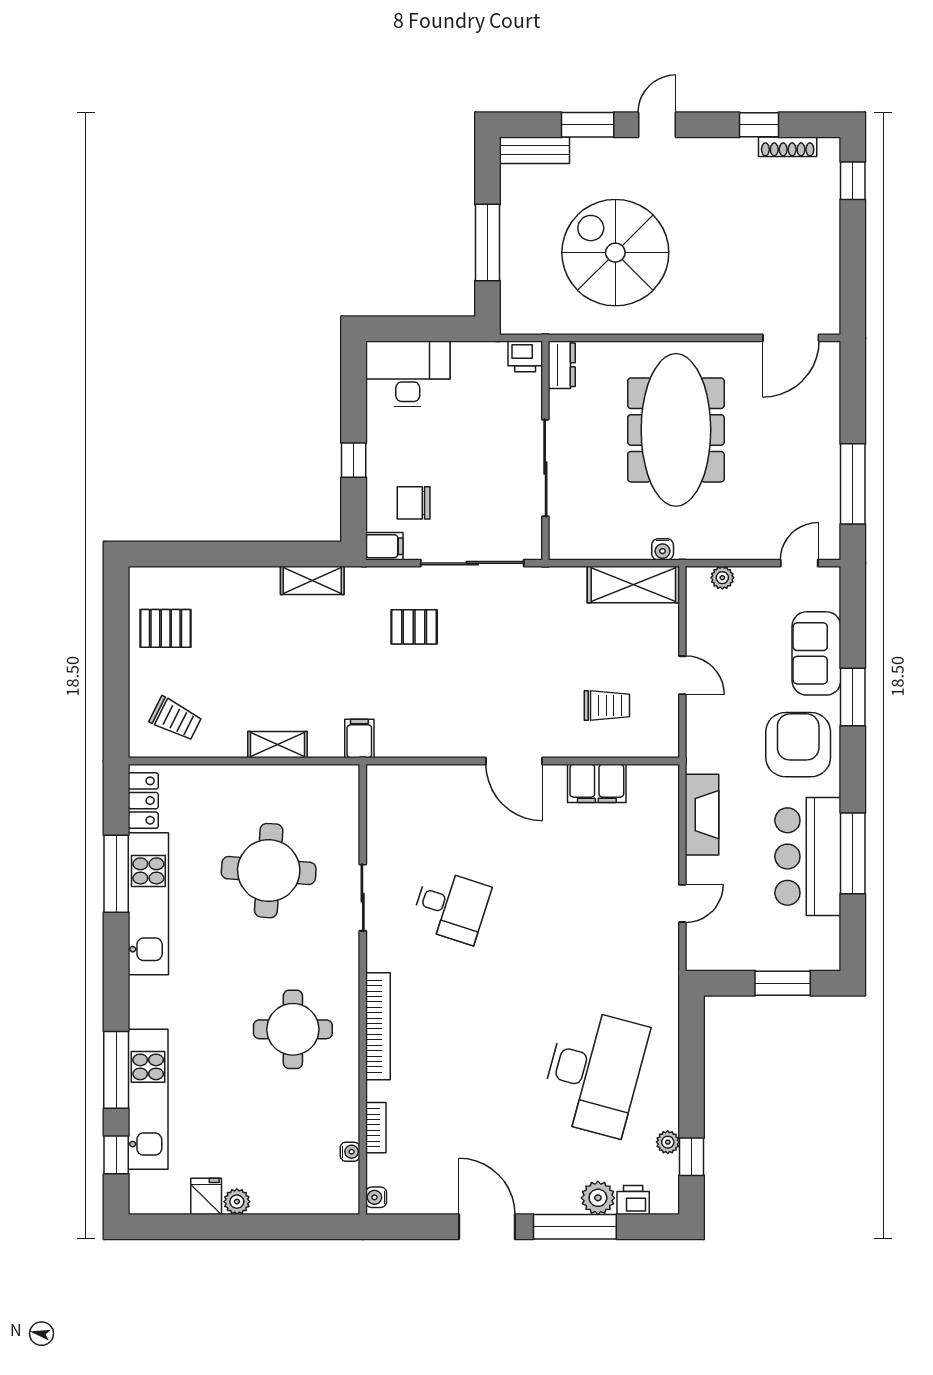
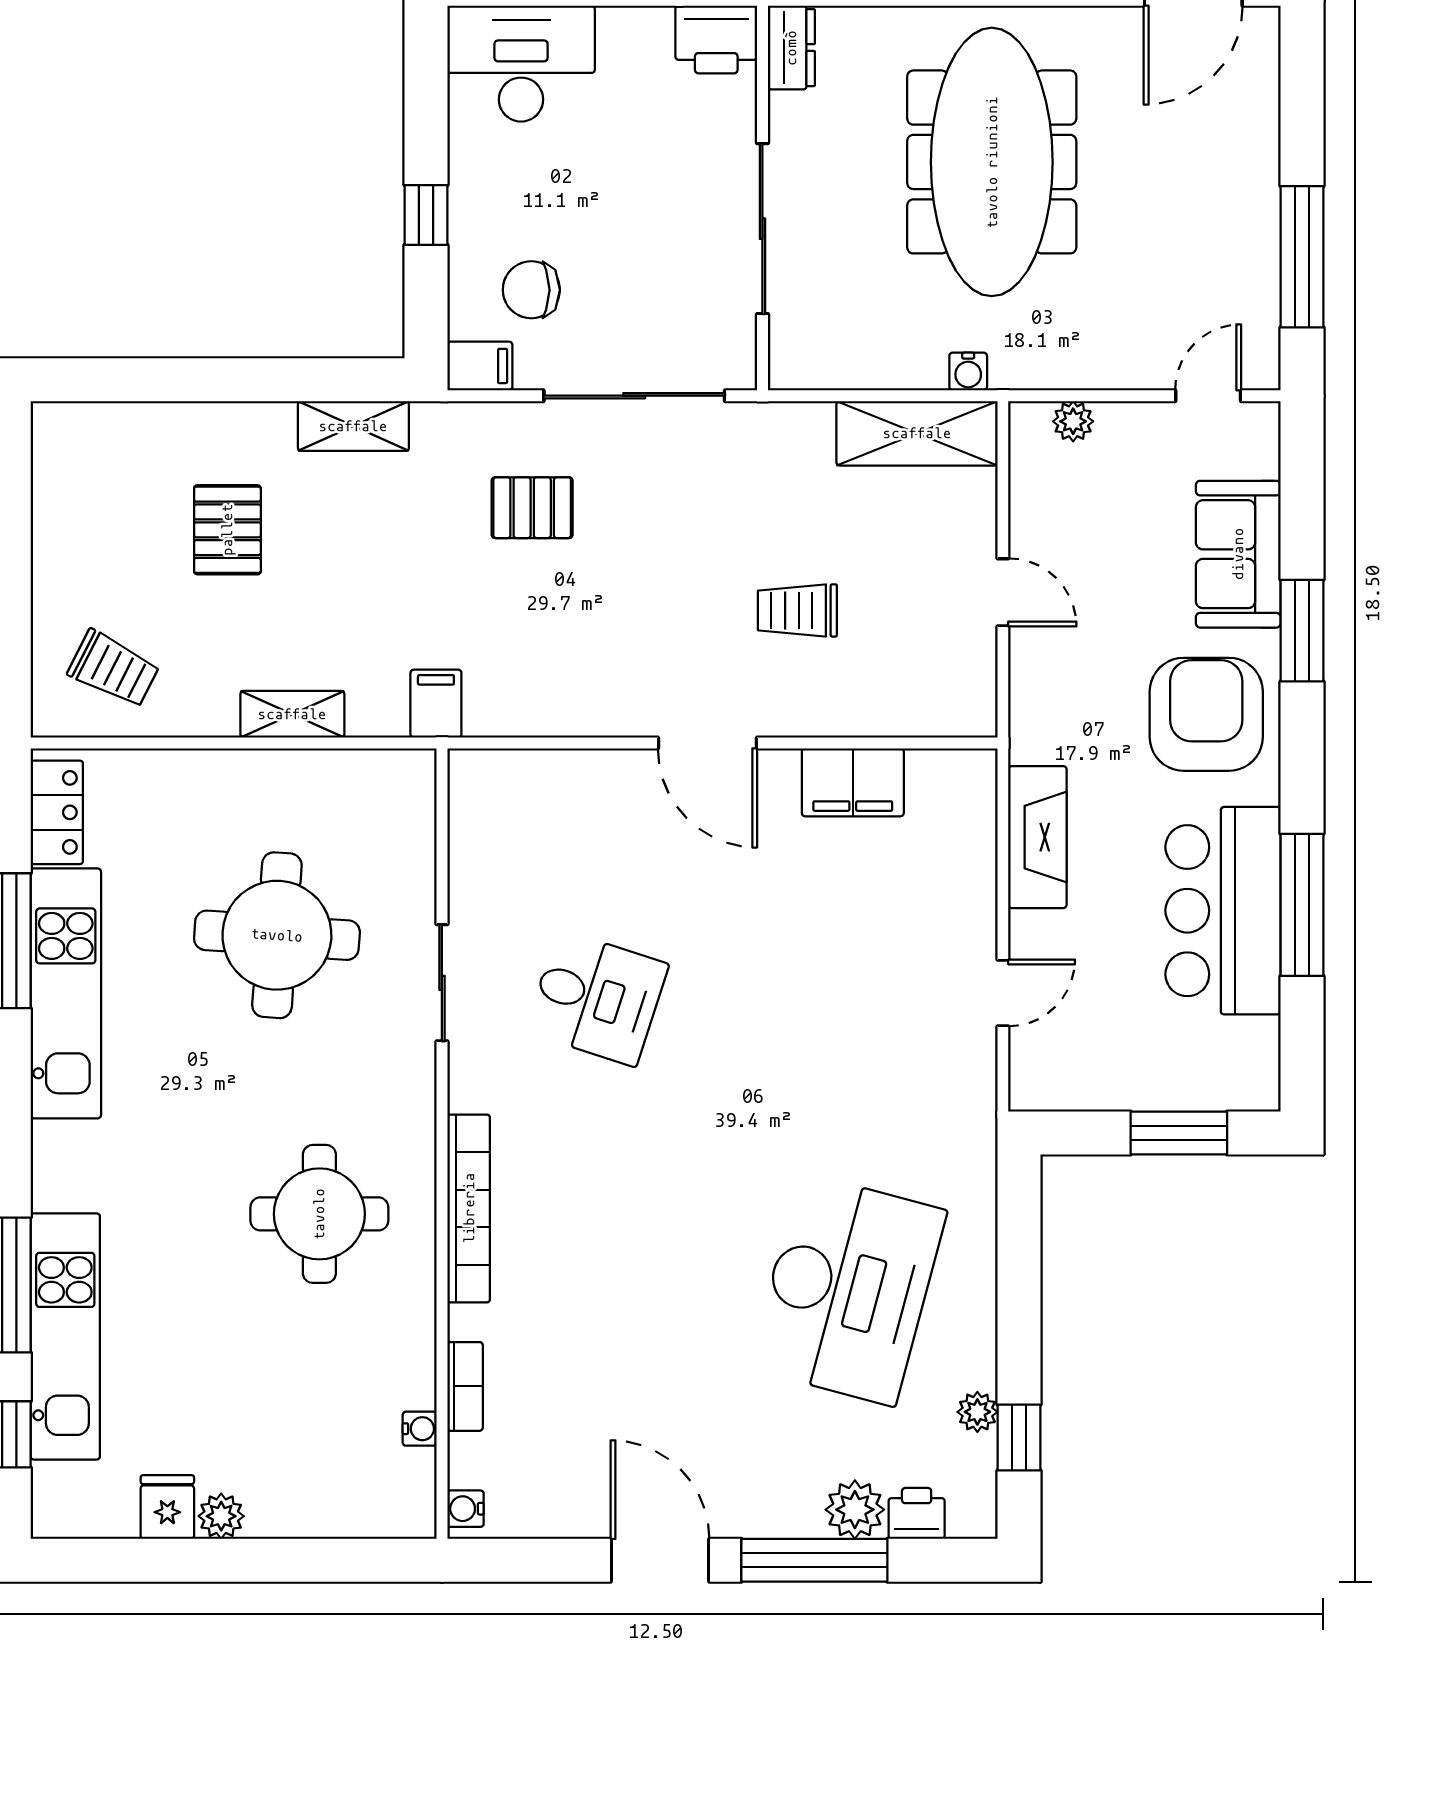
printer: (525, 356) -> (716, 40), width x1.36, depth x1.24
pallet: (166, 628) -> (227, 530), moved, turned 90
trolley: (607, 706) -> (797, 610), moved, turned 180

